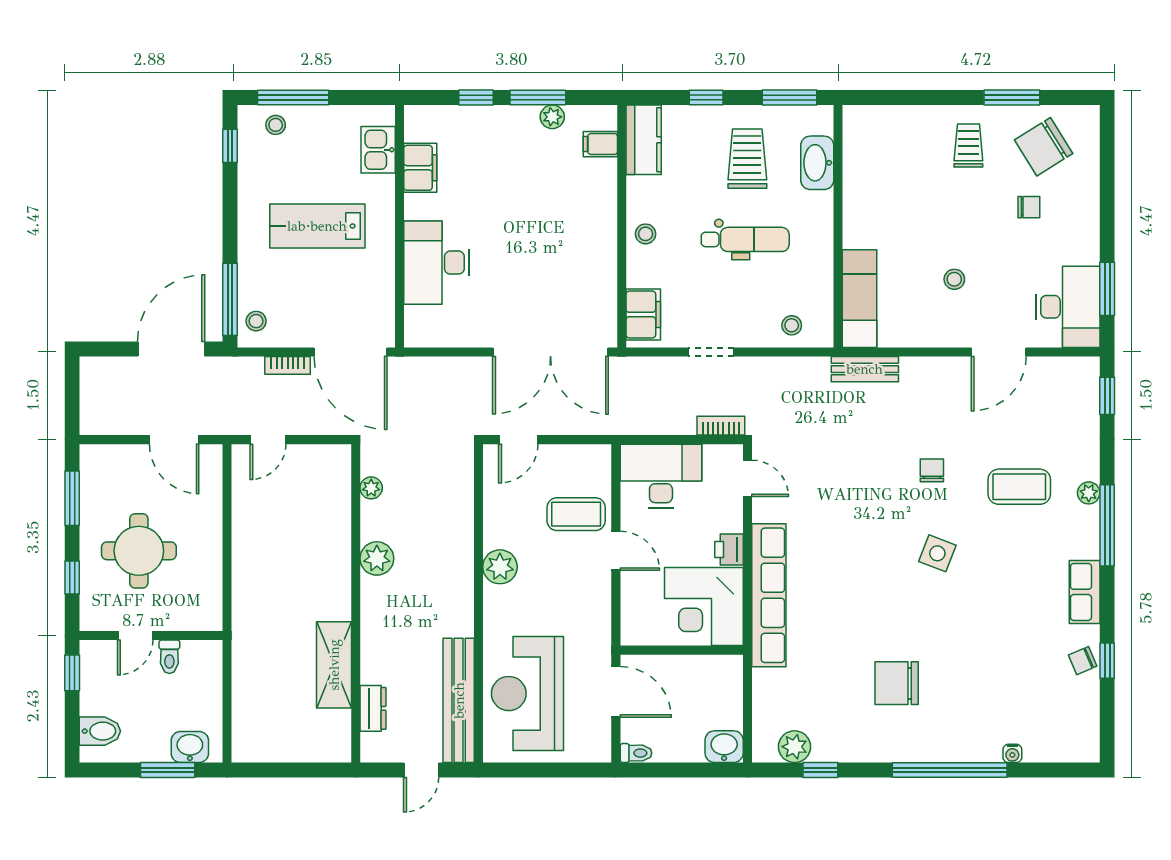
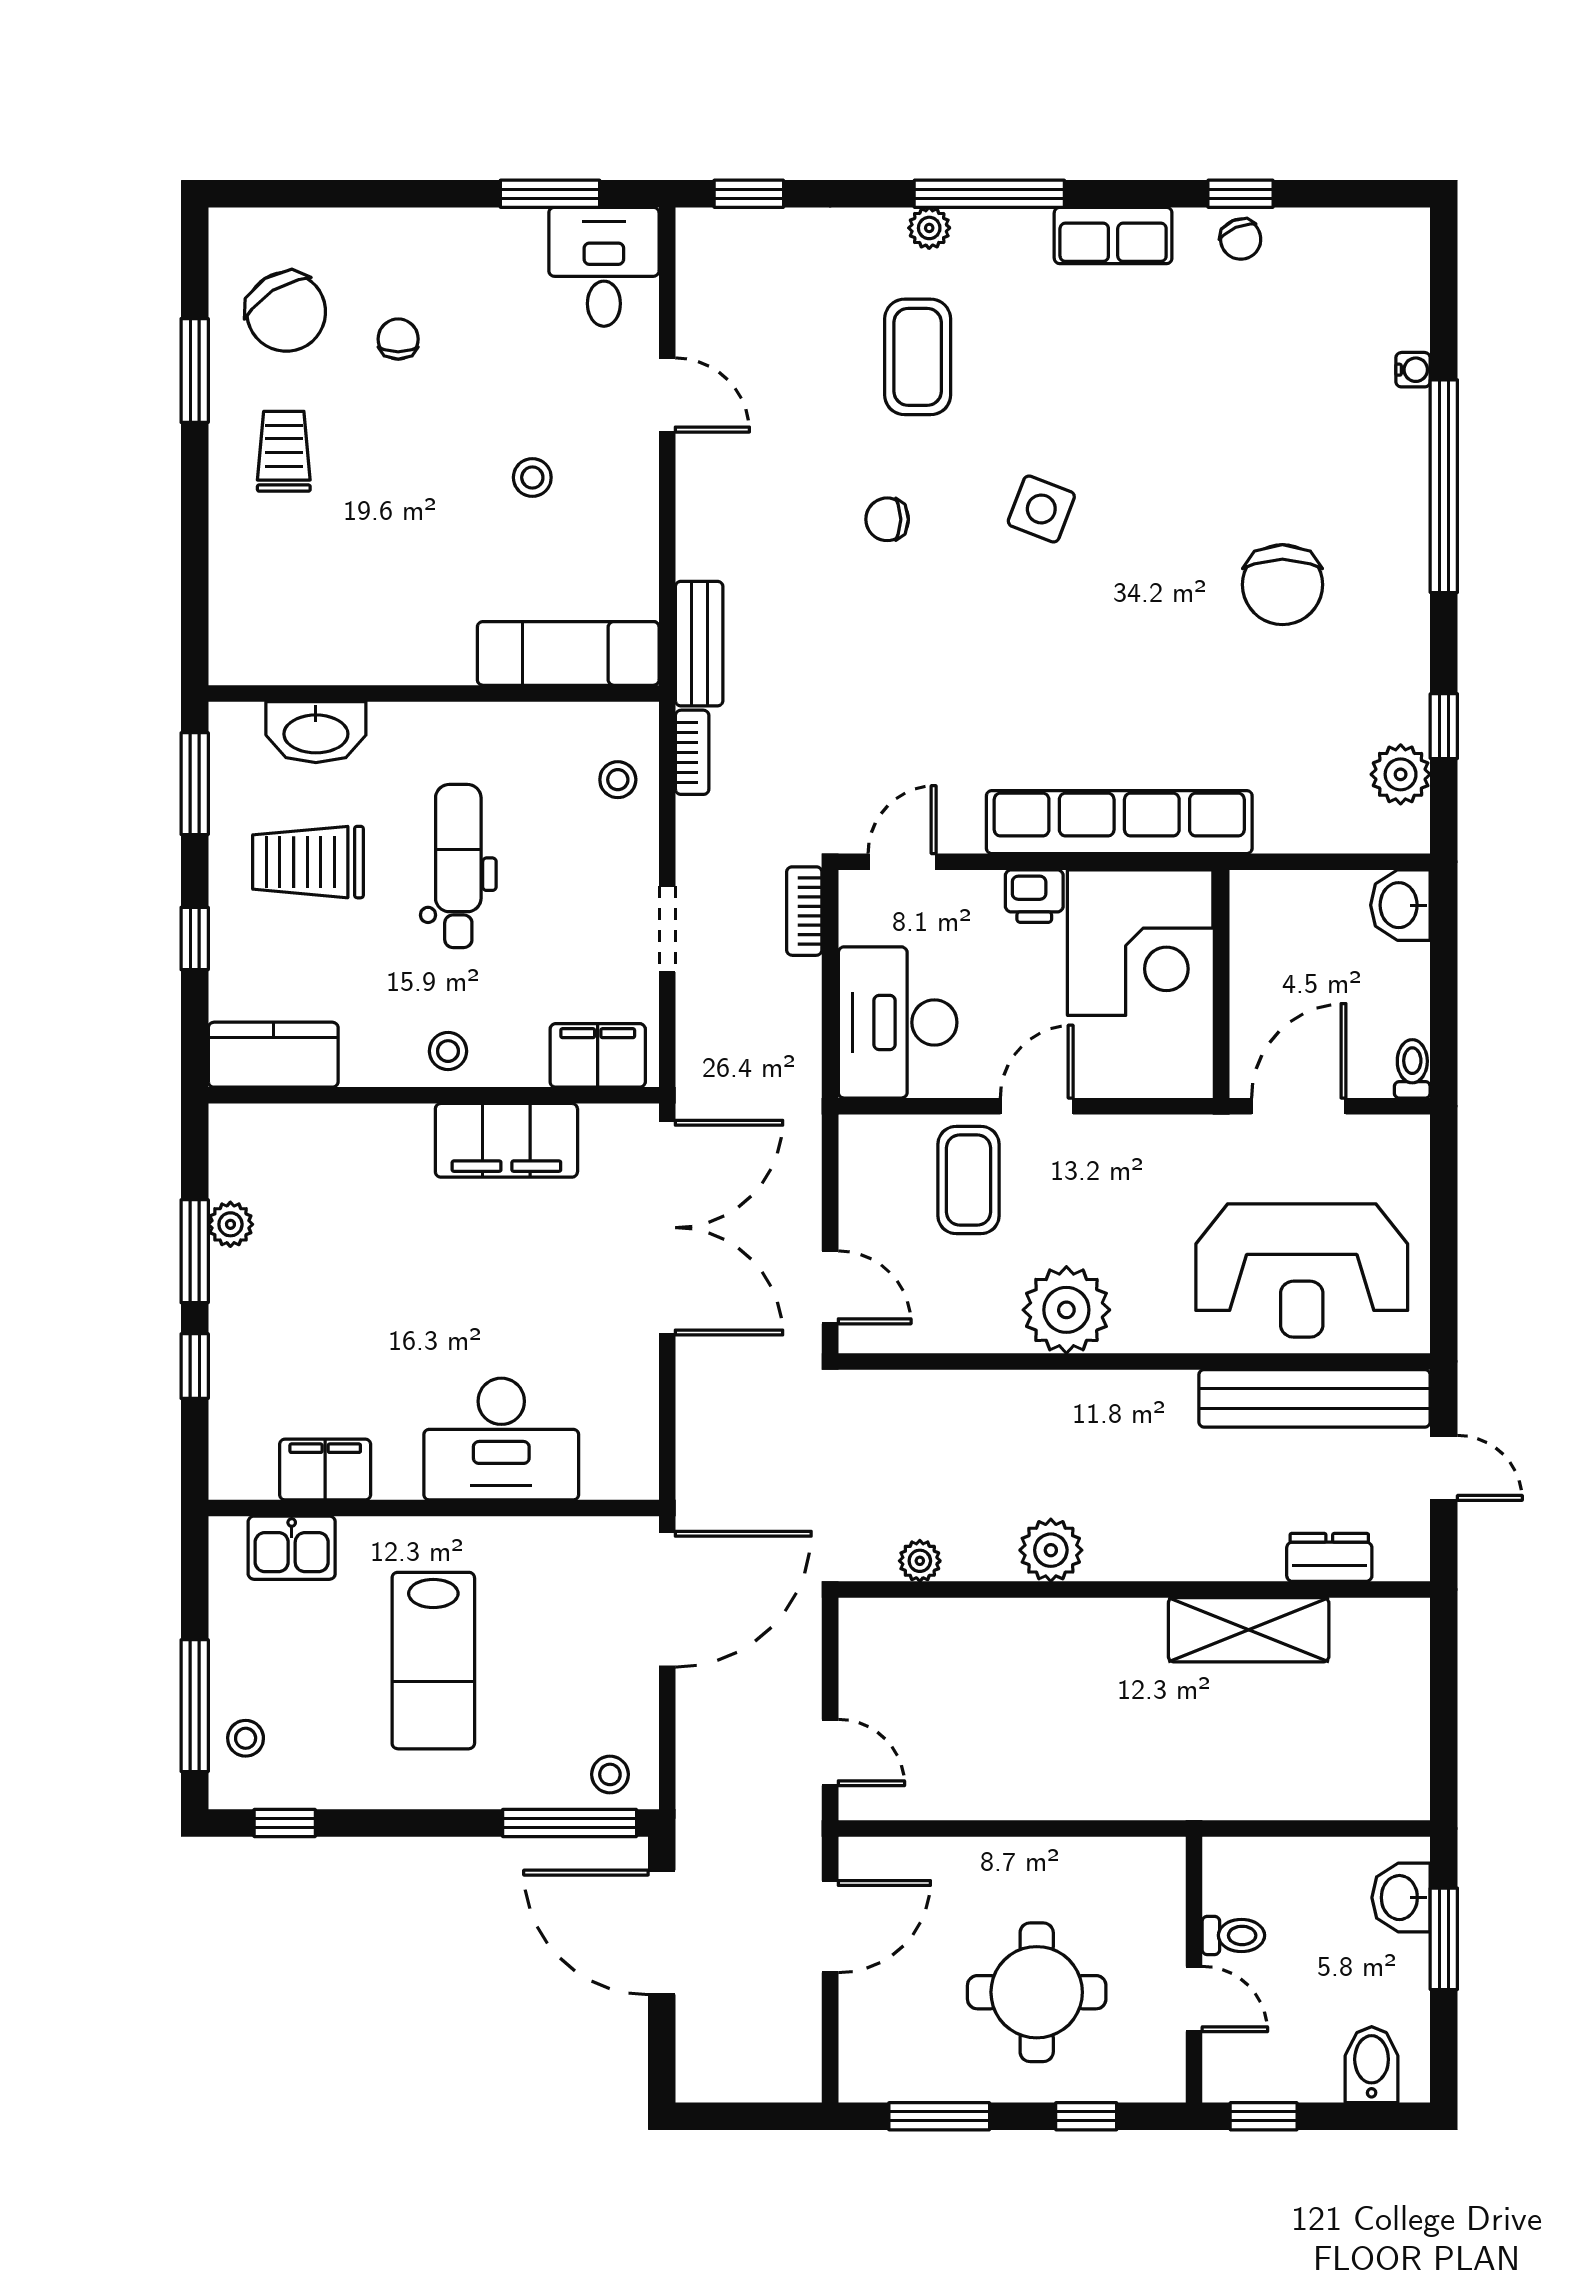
filing cabinet: (600, 144) -> (506, 1140), moved, width x3.00, depth x1.17
trolley: (968, 145) -> (284, 451), turned 90
desk: (1068, 307) -> (604, 267), width x0.73
door: (999, 352) -> (667, 395), width x0.73
bookcase: (288, 365) -> (692, 752), moved
plant: (500, 567) -> (1066, 1310), width x1.36, depth x1.36

